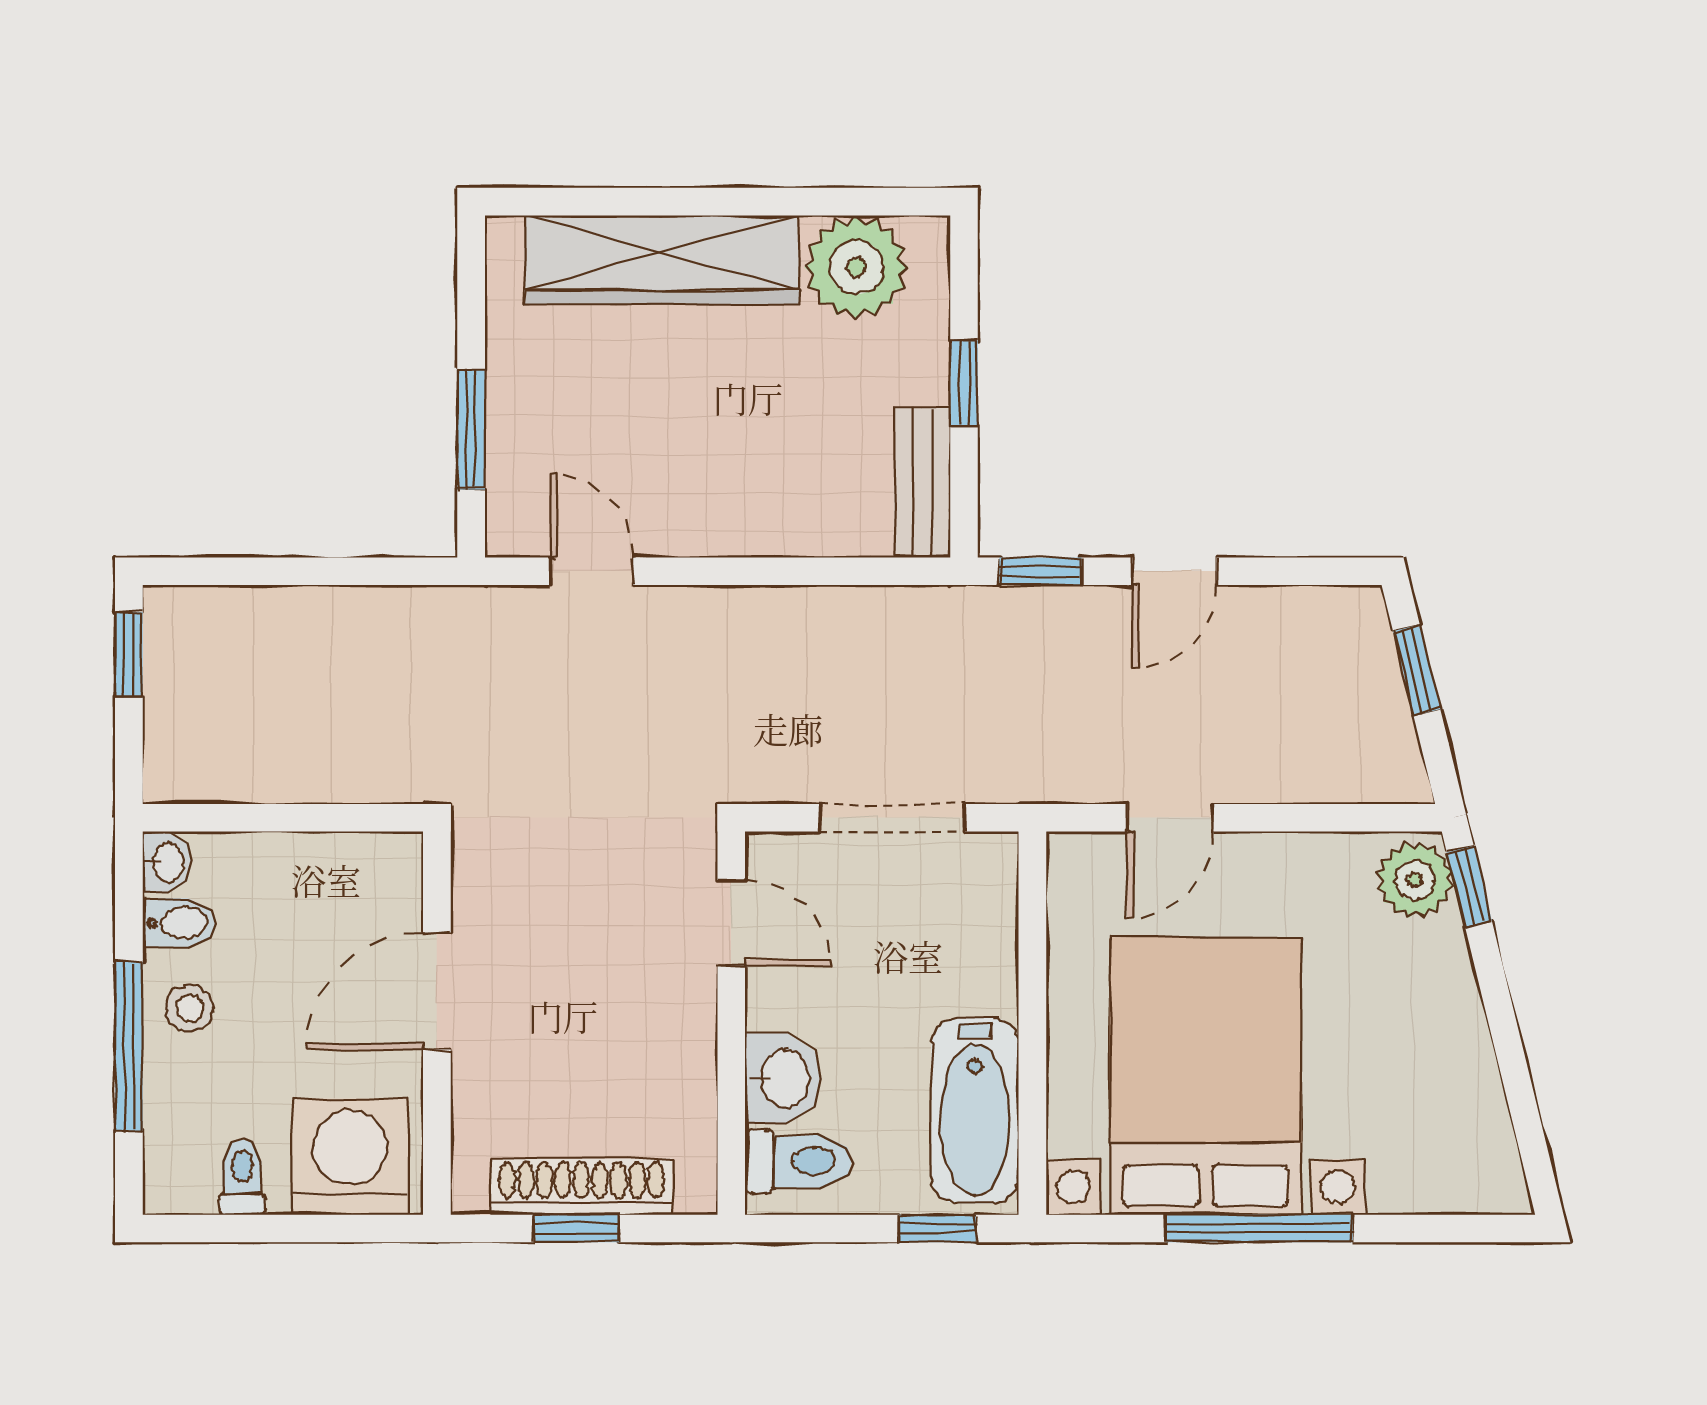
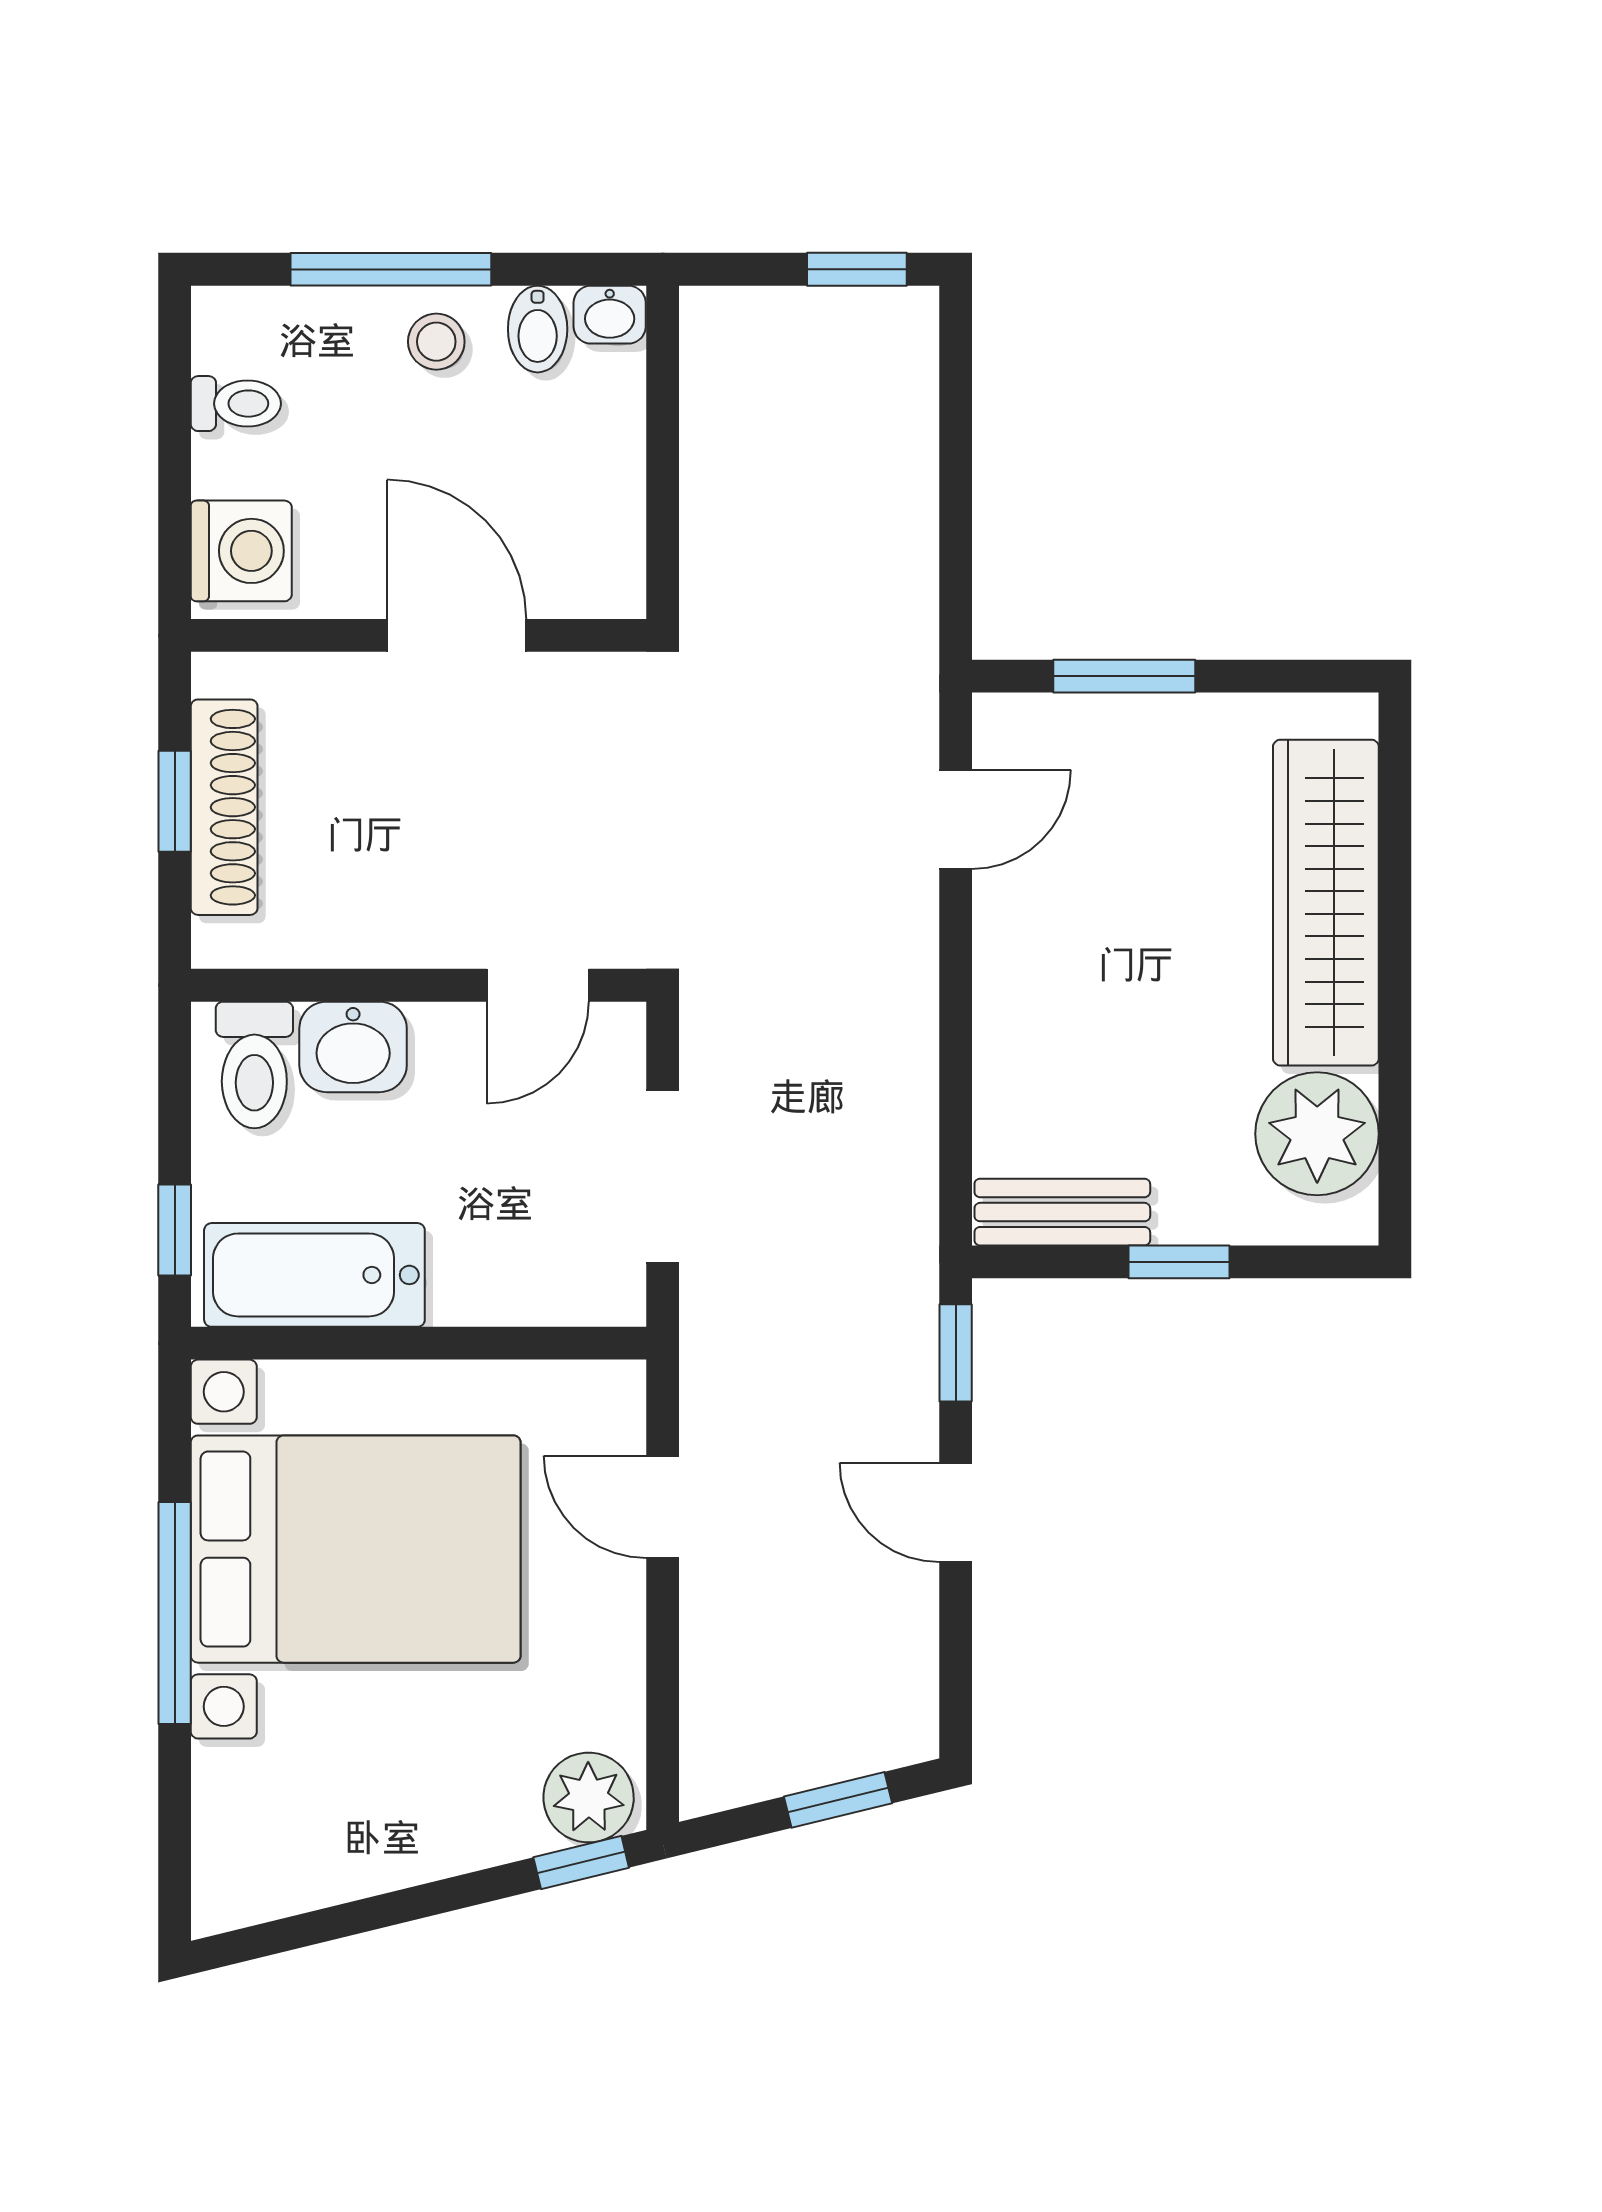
washing machine: (350, 1157) -> (241, 551), width x0.73, depth x0.73

